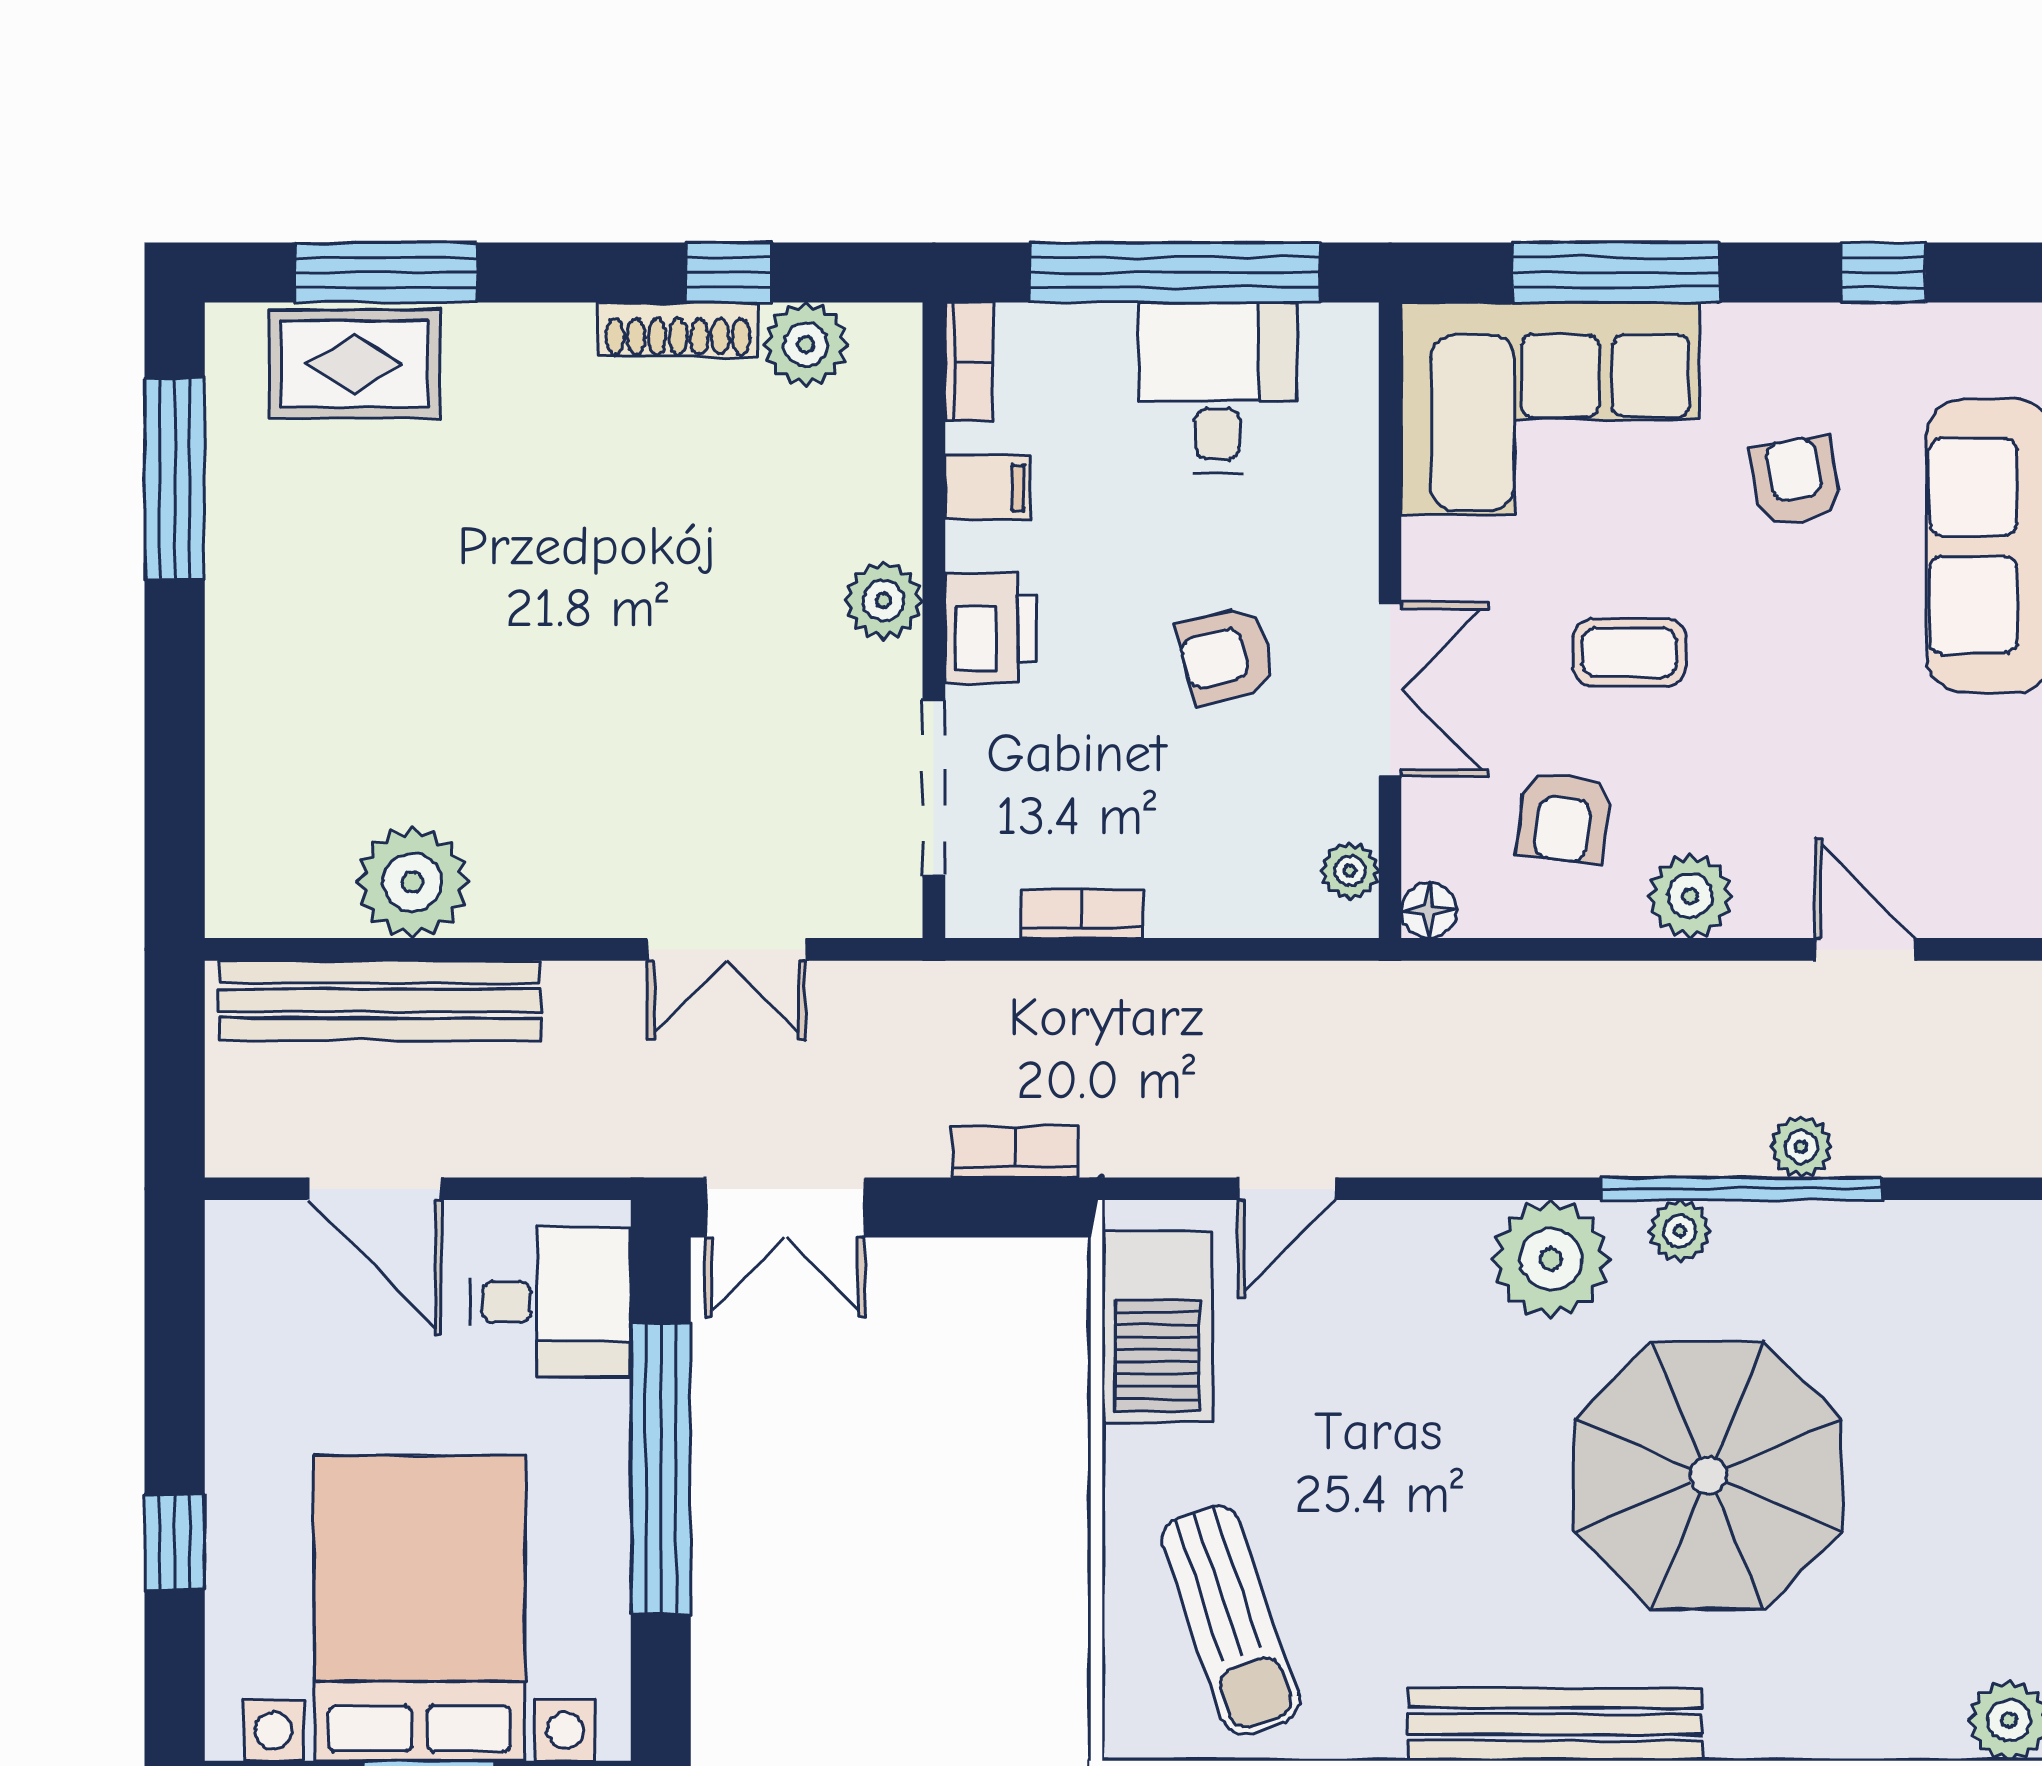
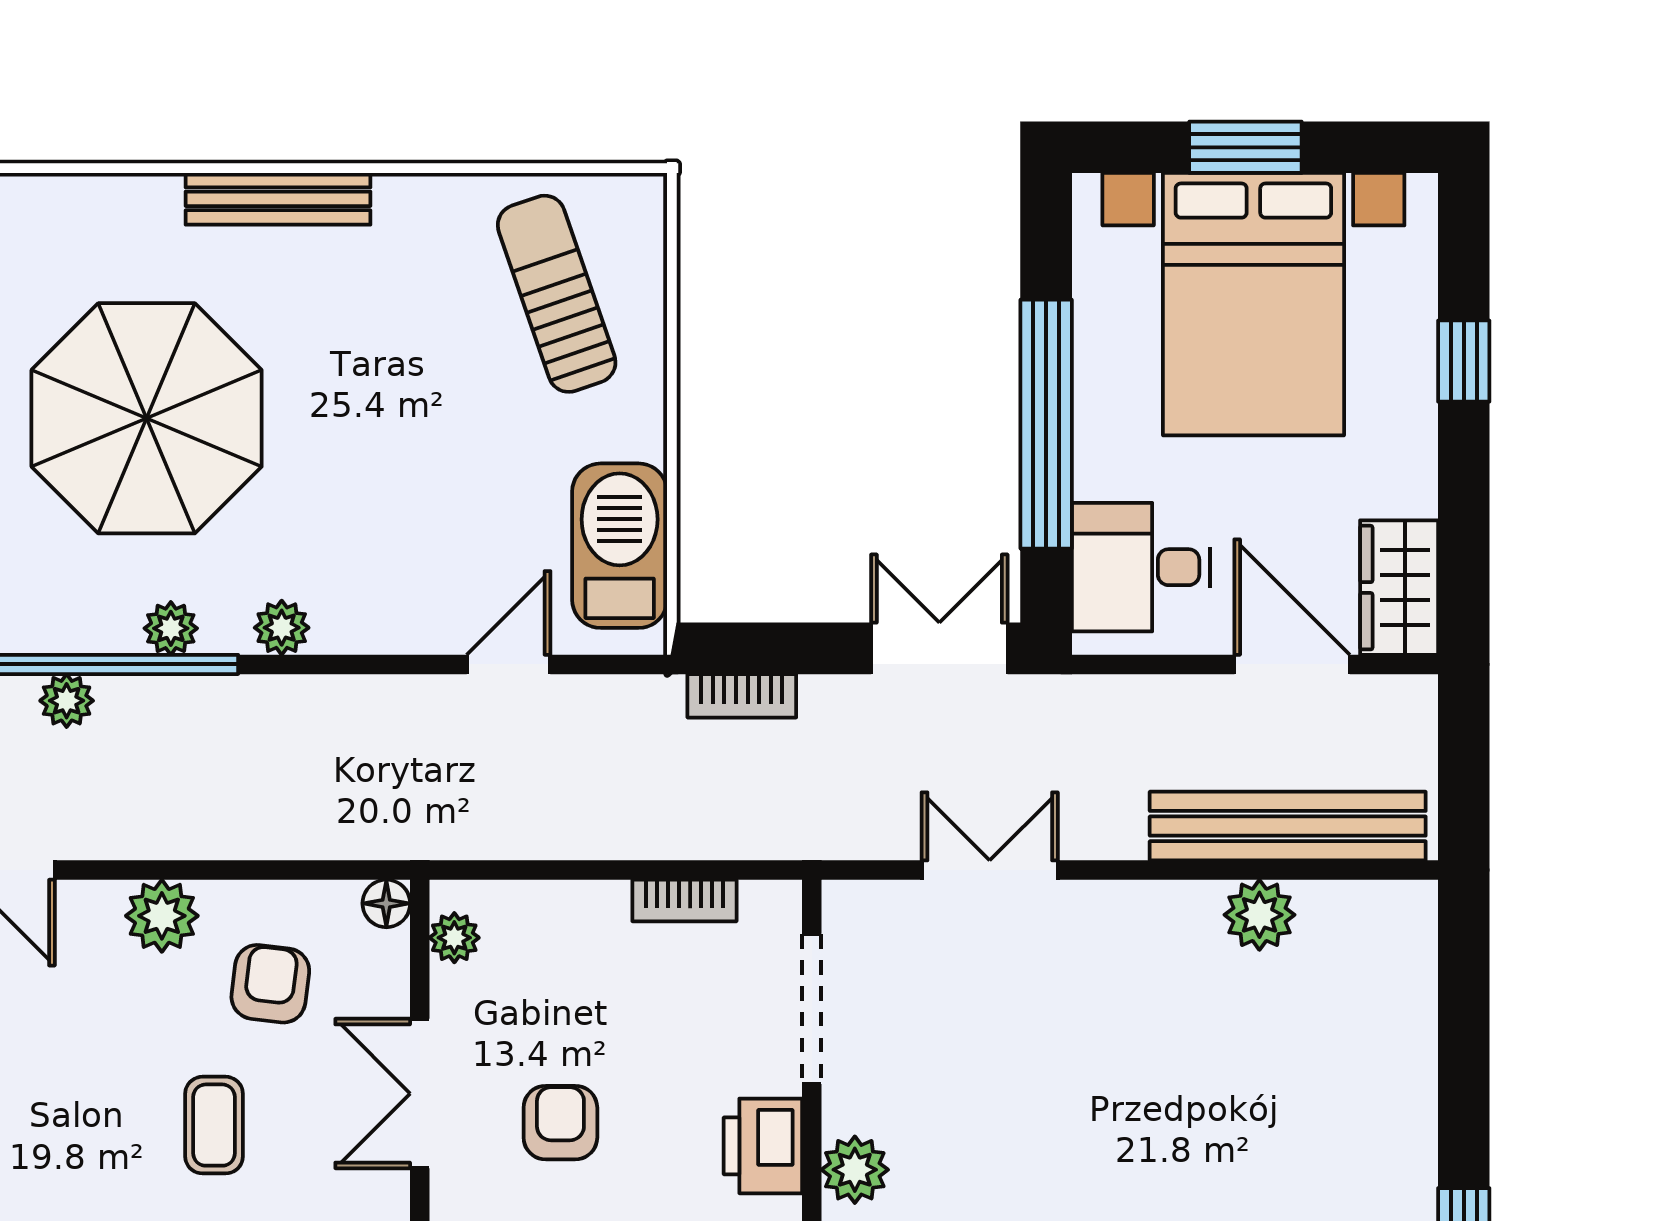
coffee table: (1630, 652) -> (214, 1125), turned 90
armchair: (1226, 655) -> (560, 1123), turned -76
plant: (412, 882) -> (1259, 915), width x0.73, depth x0.73
plant: (1551, 1259) -> (282, 628), width x0.53, depth x0.53
wardrobe: (250, 1278) -> (1399, 588), added
bench: (1555, 1724) -> (278, 199), width x0.73, depth x0.82

